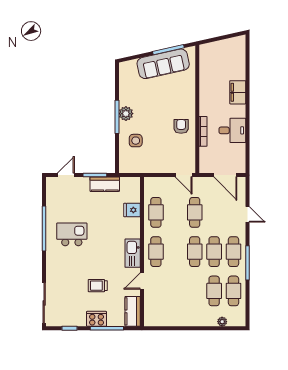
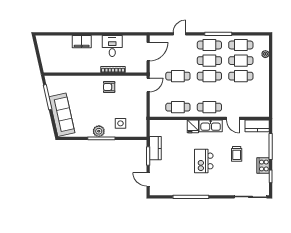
sofa: (163, 64) -> (62, 115), moved
fridge: (132, 210) -> (193, 126), moved
kitchen island: (72, 234) -> (204, 161), moved
cafe table: (195, 291) -> (241, 76), added
cooker: (97, 319) -> (263, 166), moved

